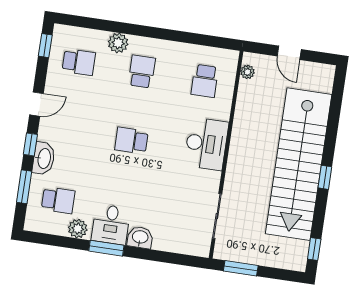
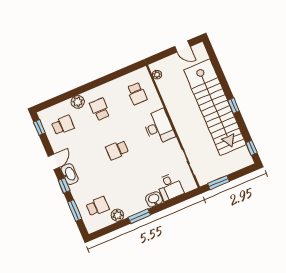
door: (289, 53) -> (182, 46), moved
washbasin: (44, 158) -> (70, 174), moved
desk: (111, 224) -> (170, 187), moved

